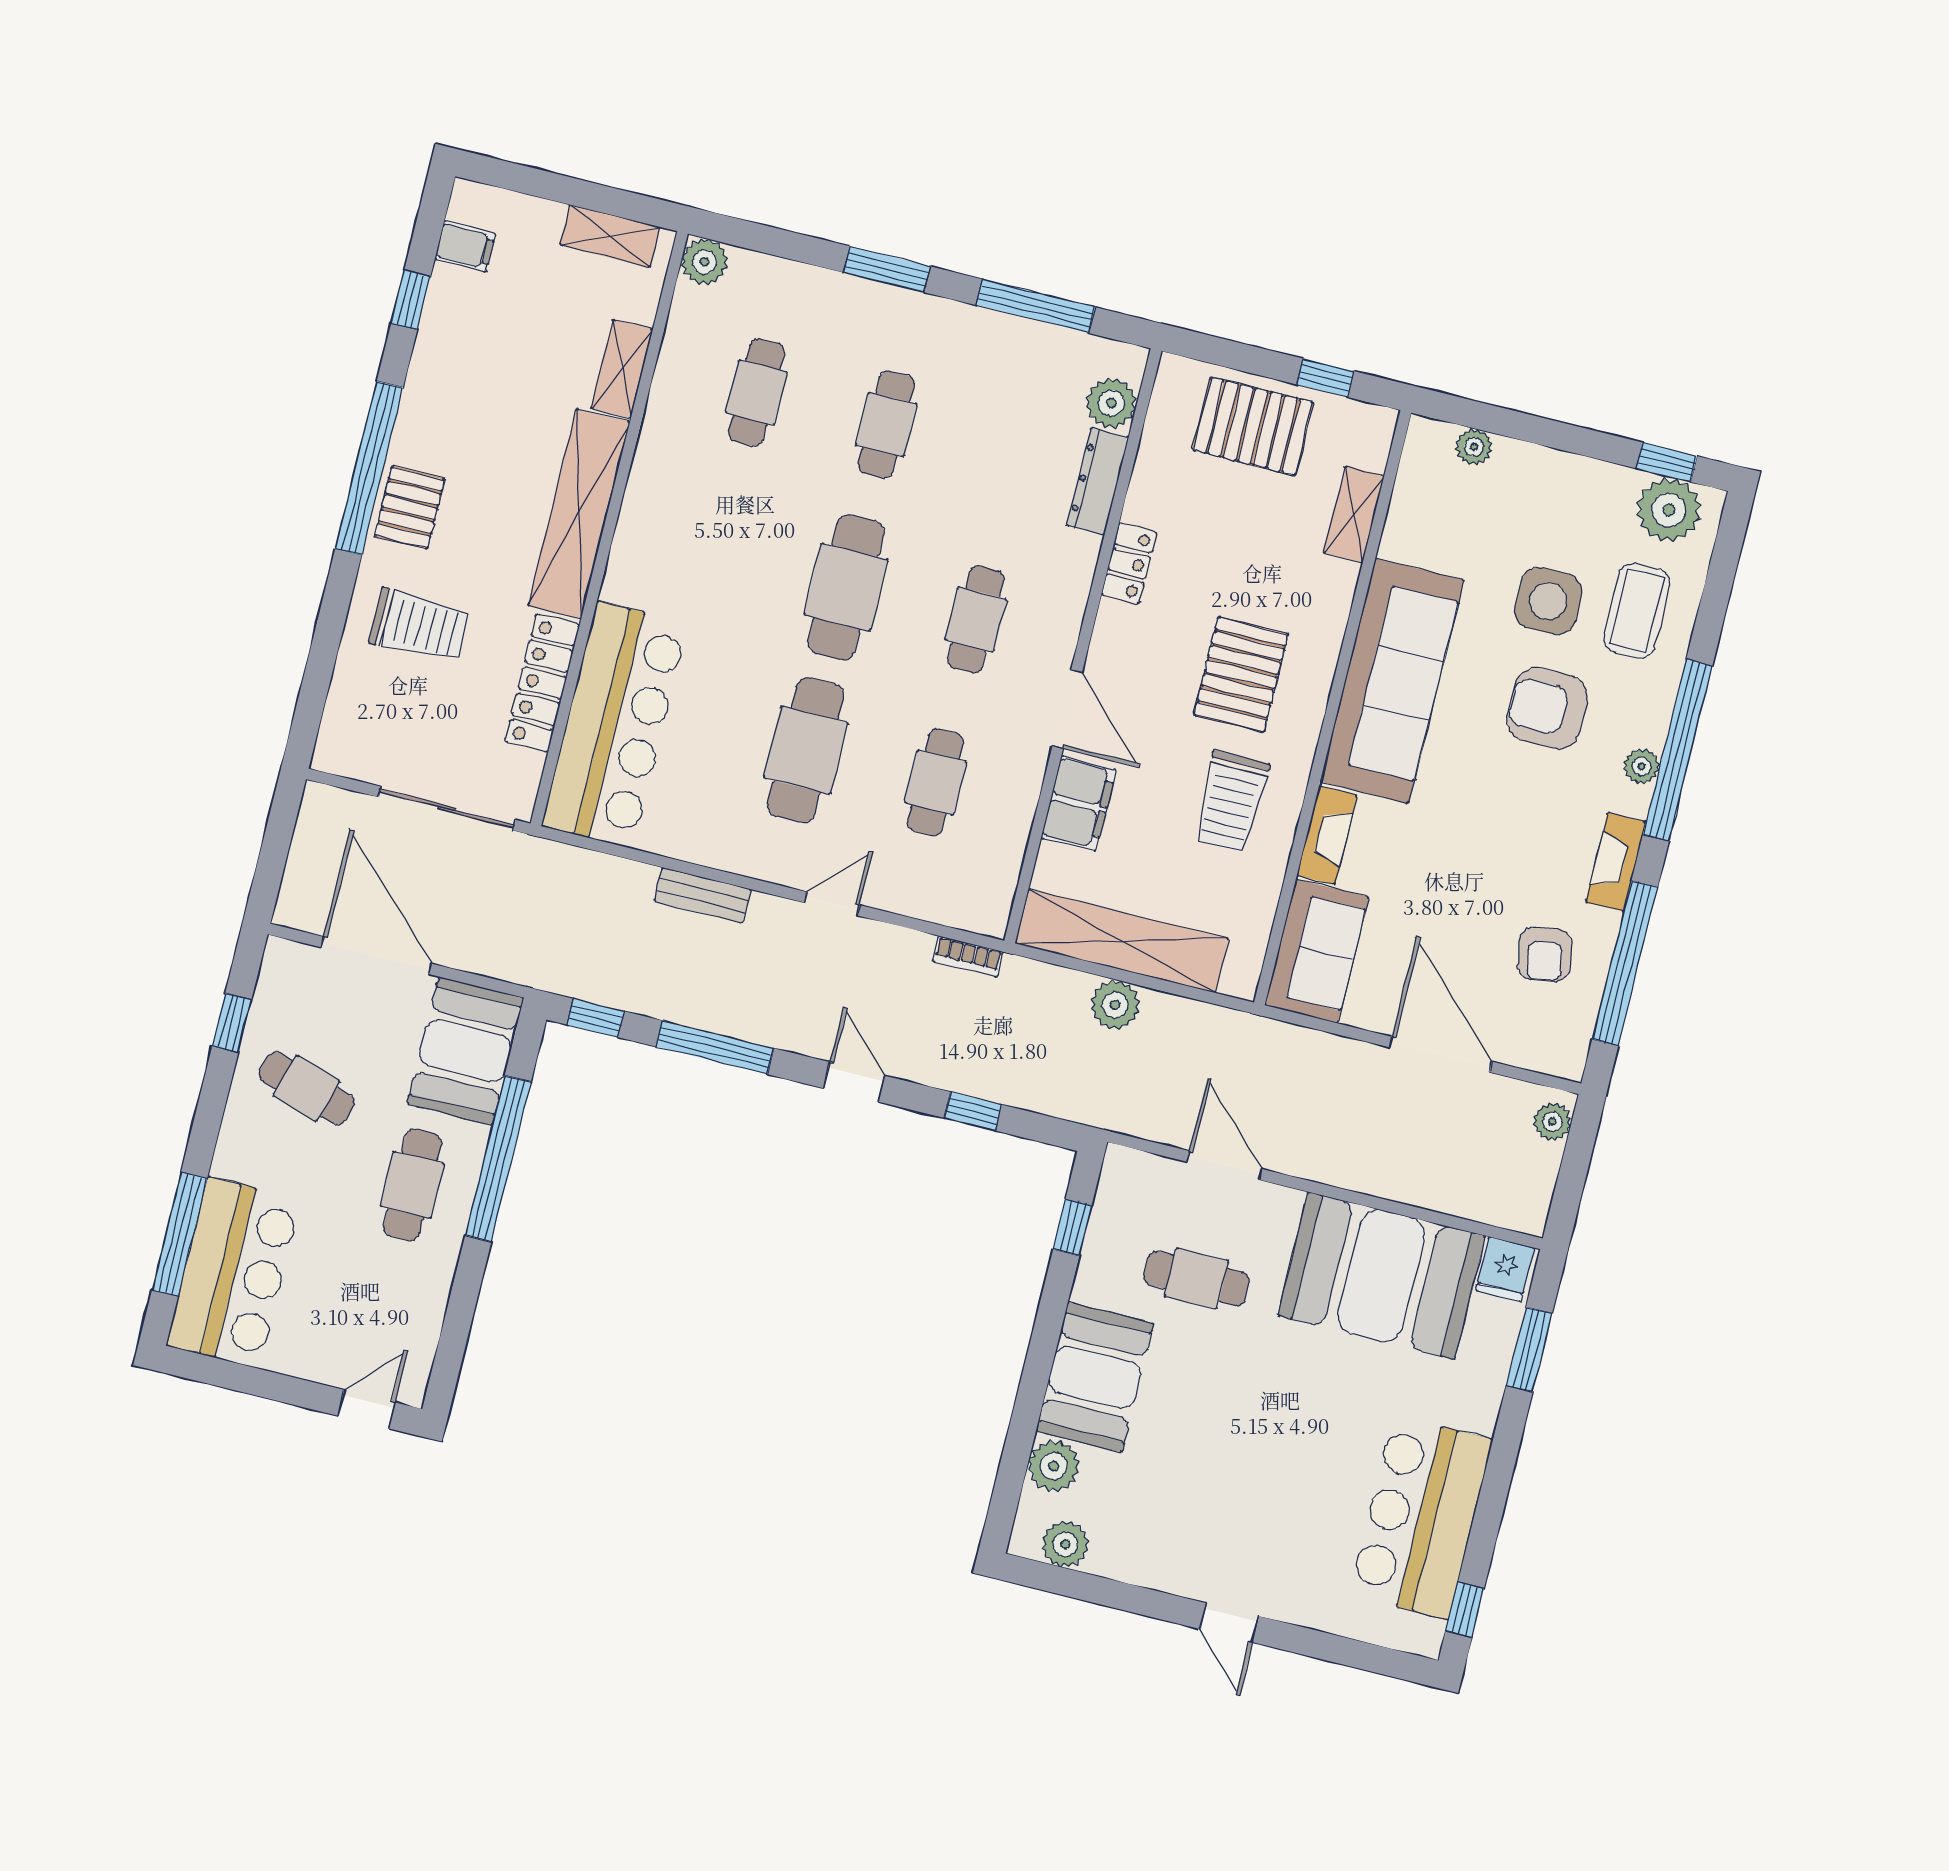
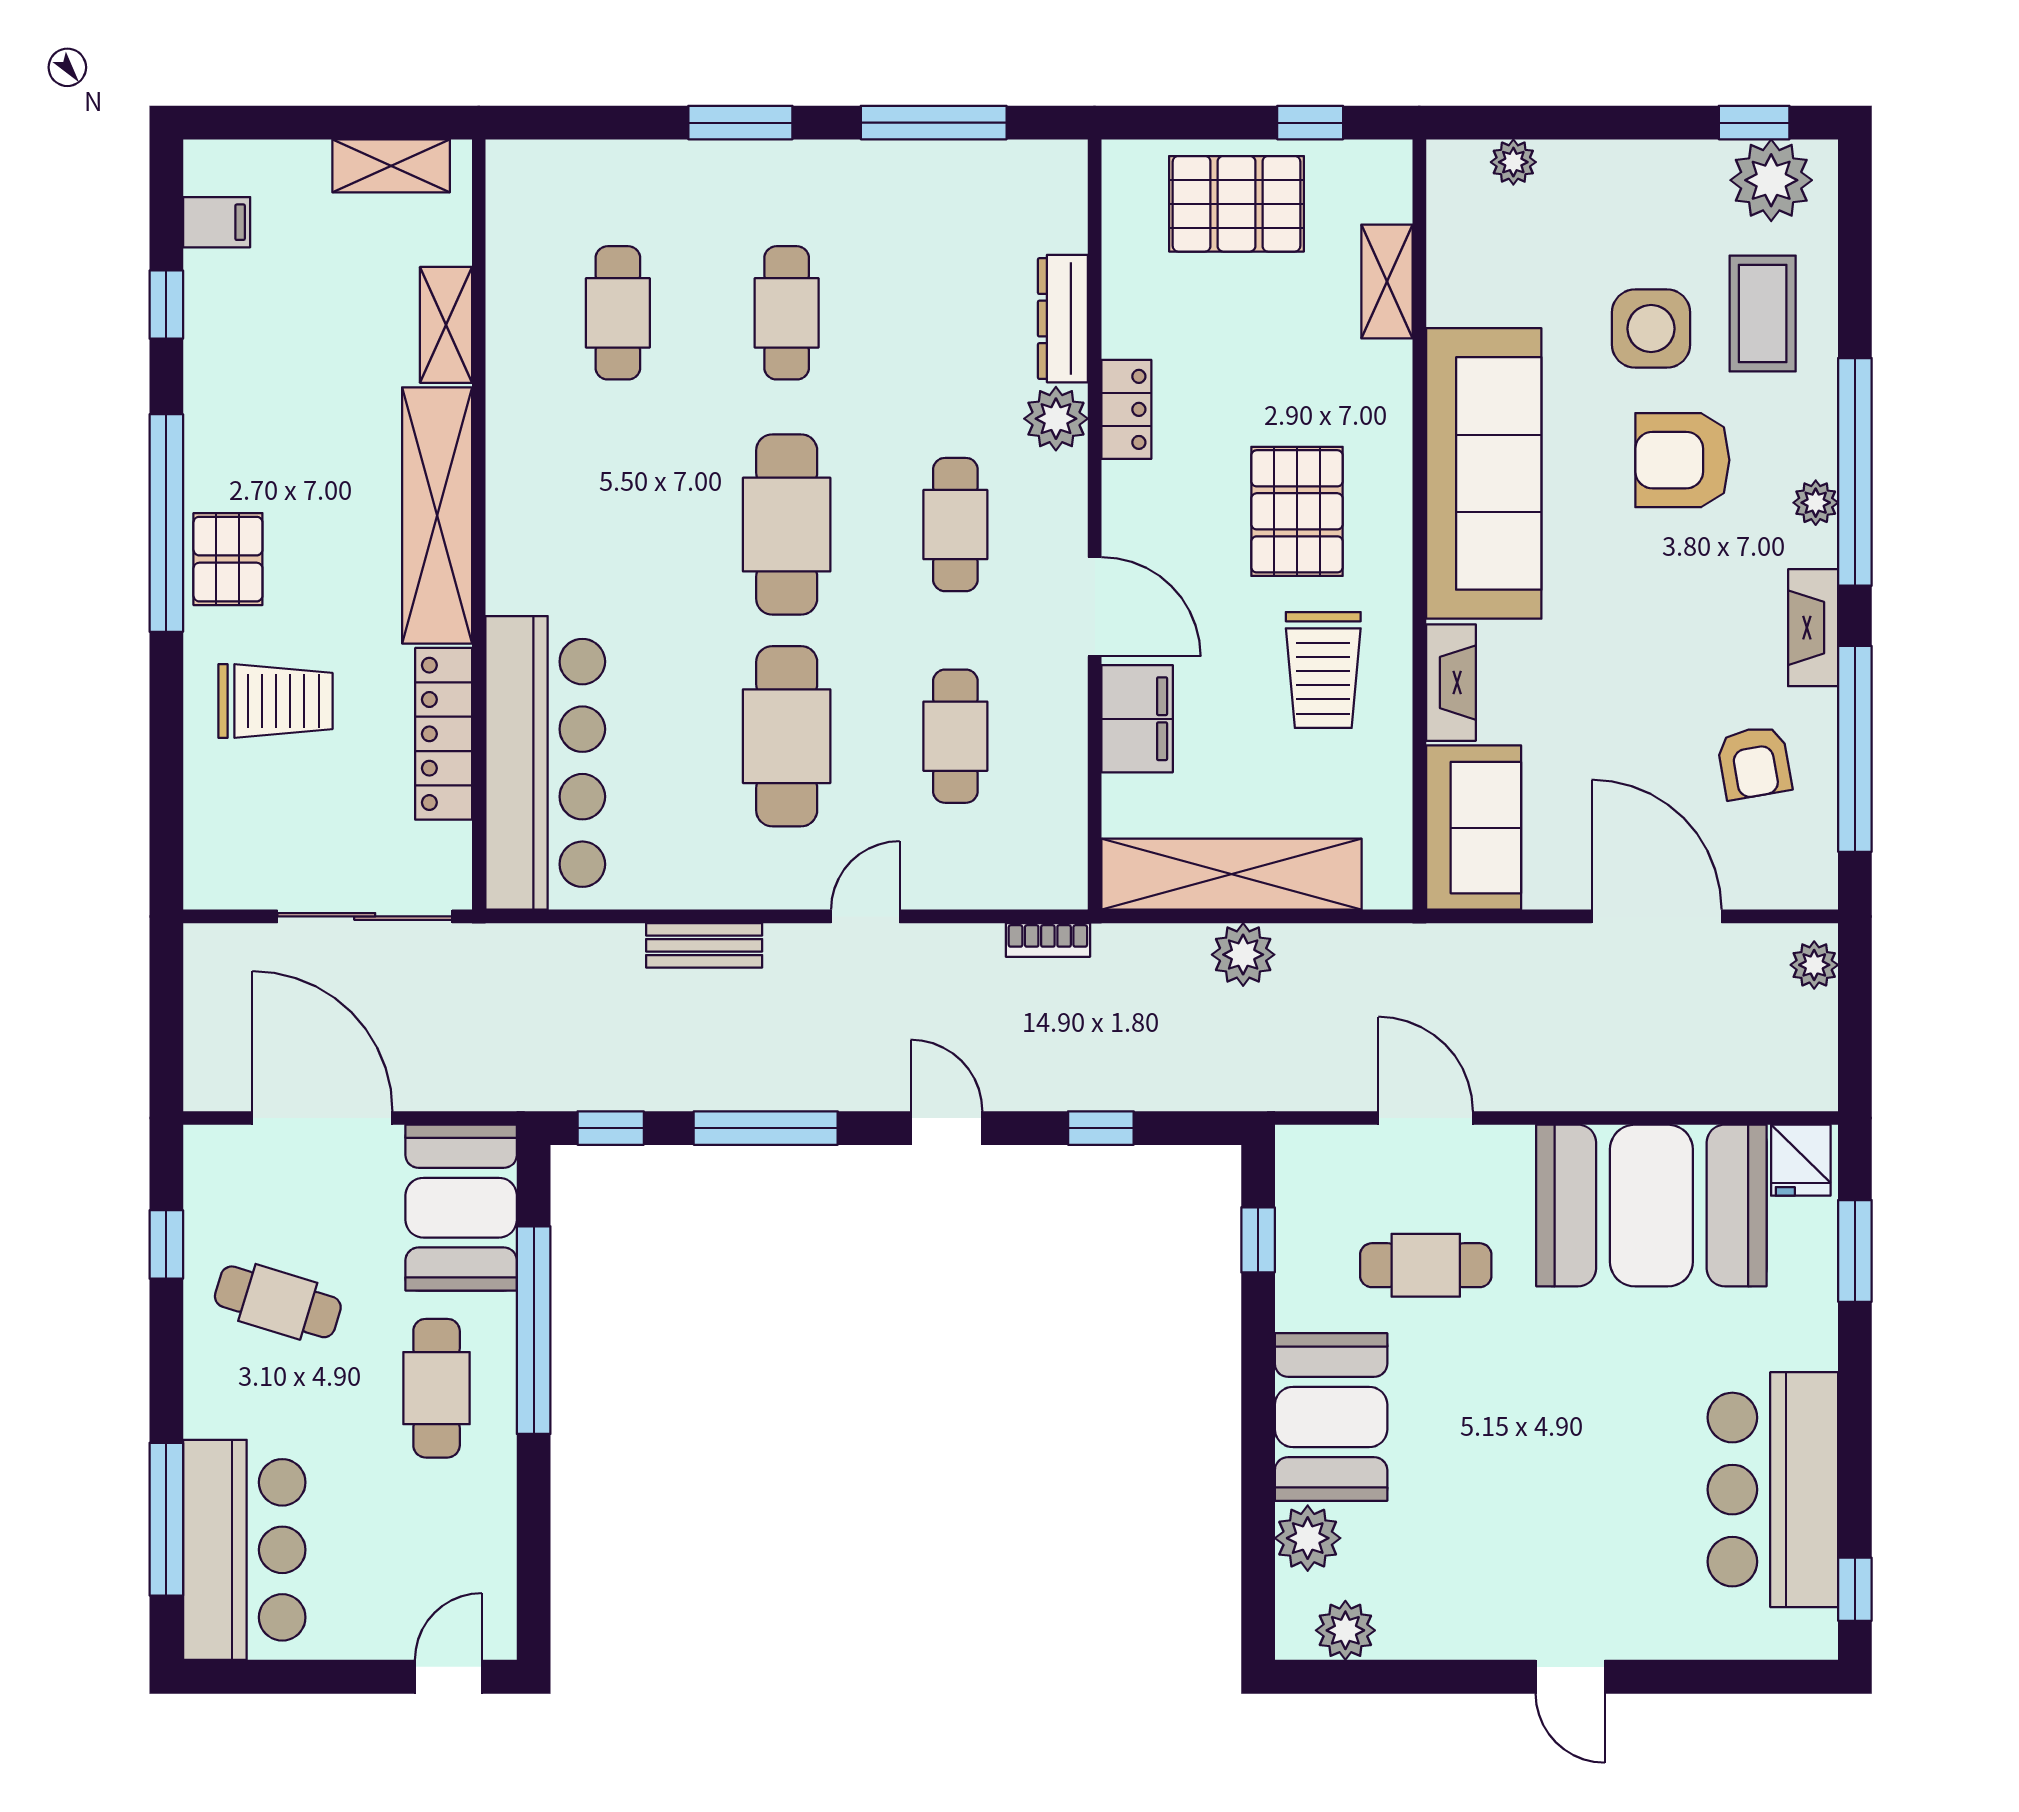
plant: (705, 262) -> (515, 169), removed
plant: (1111, 403) -> (1056, 419), moved

